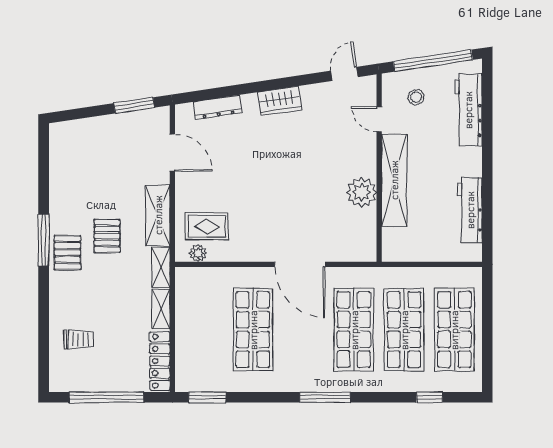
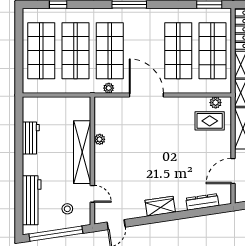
door: (172, 153) -> (233, 171), hinge flipped
plant: (362, 192) -> (100, 139), width x0.53, depth x0.53
workbench: (470, 210) -> (31, 138), width x0.73
plant: (355, 275) -> (109, 88), added
shop shelf: (203, 330) -> (213, 51), added

